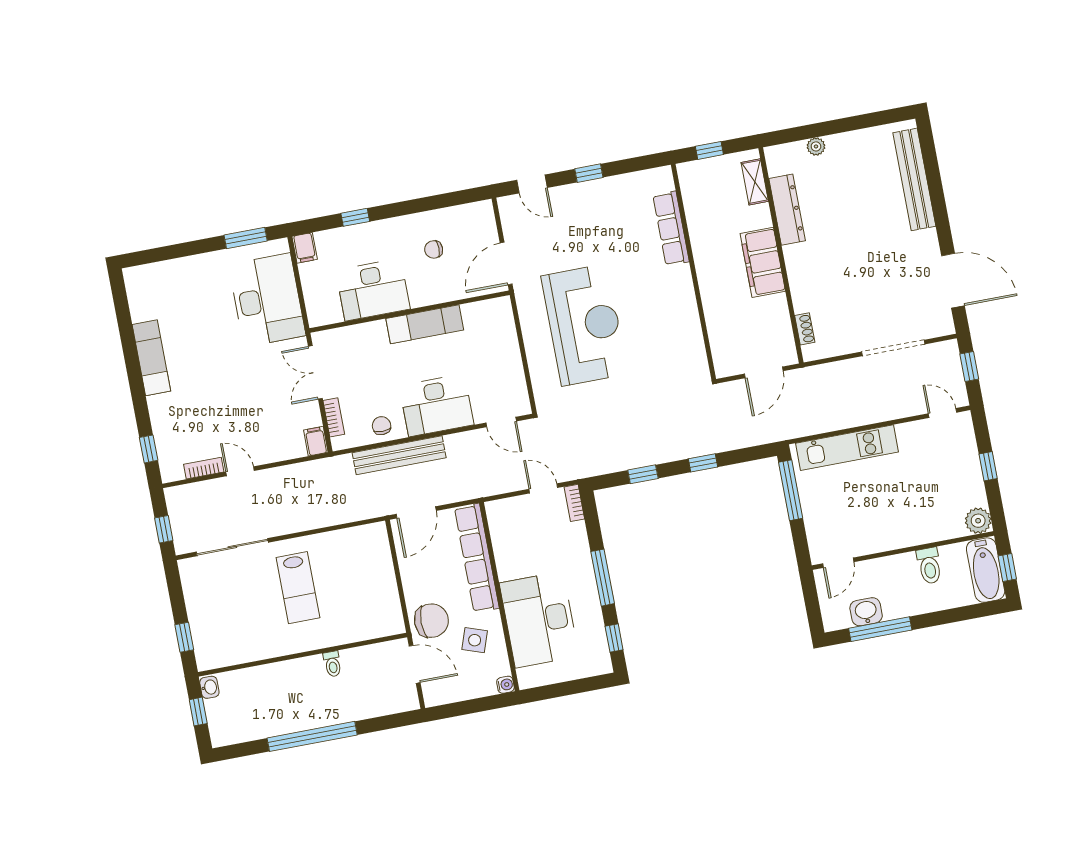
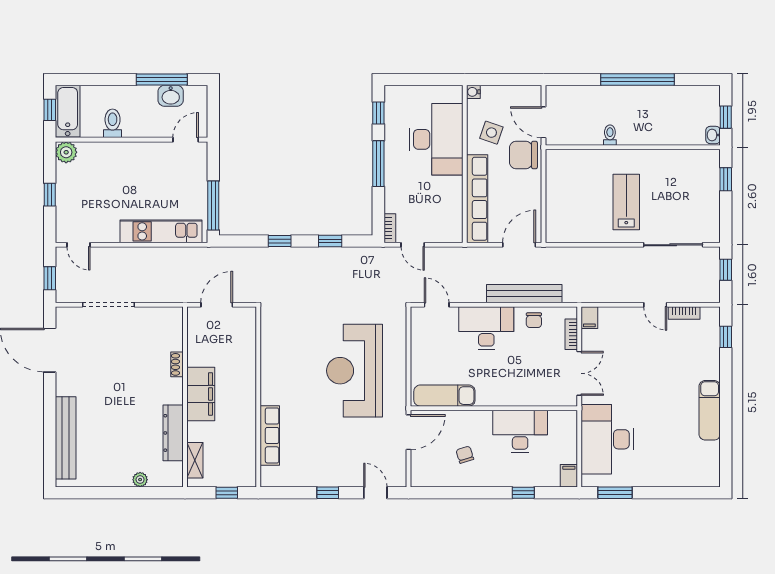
chair: (434, 249) -> (465, 455), turned -107
exam couch: (425, 324) -> (444, 396), moved
shoe rack: (805, 329) -> (177, 364), moved

